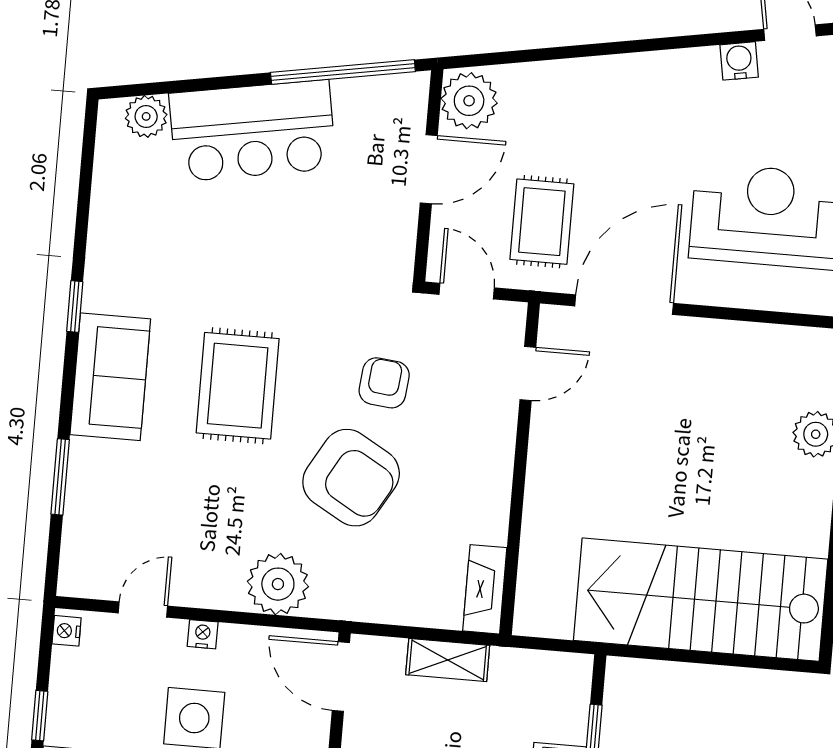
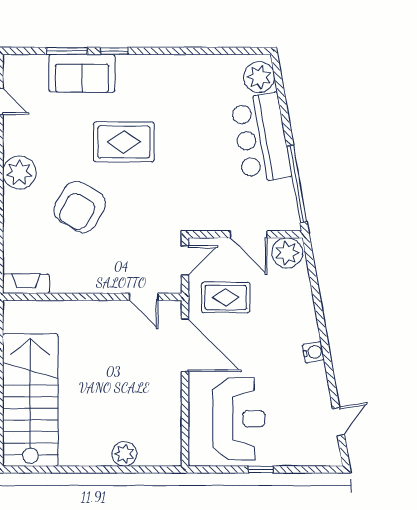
water cooler: (739, 61) -> (313, 352), moved
plant: (146, 116) -> (259, 77), width x1.36, depth x1.36
window: (75, 307) -> (114, 51), moved
sofa: (110, 377) -> (82, 73), moved
armchair: (384, 383) -> (132, 220), removed

